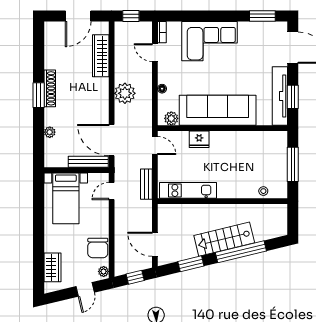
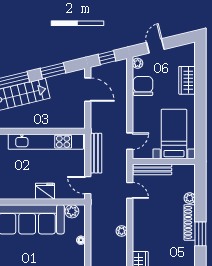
shoe rack: (50, 88) -> (190, 222), moved
plant: (125, 93) -> (122, 231), width x0.53, depth x0.53
door: (112, 140) -> (130, 190), width x0.53
bench: (146, 184) -> (96, 153), width x1.36
kitchen unit: (188, 190) -> (46, 142), width x1.36
wardrobe: (52, 267) -> (187, 80), moved

